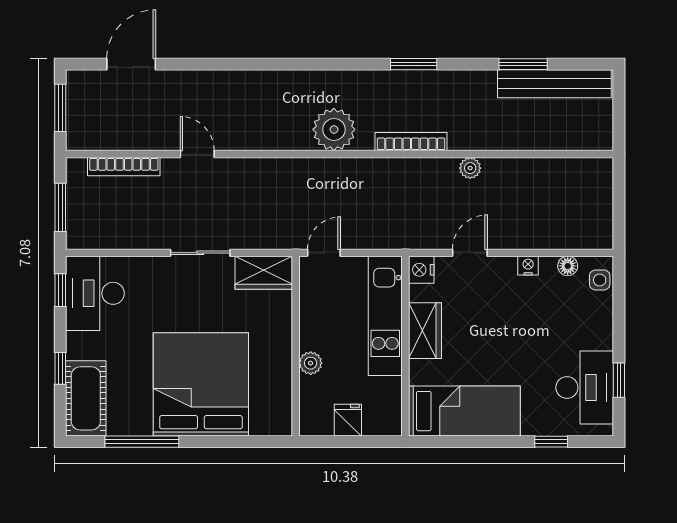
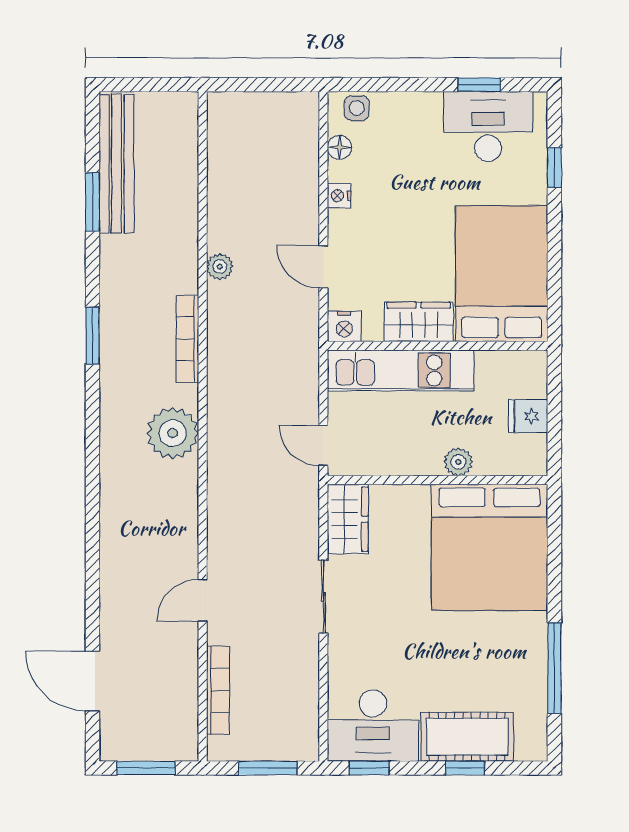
bed: (201, 384) -> (489, 547), moved, turned -90
cot: (86, 398) -> (467, 737), moved
bed: (464, 411) -> (502, 274), width x1.50

